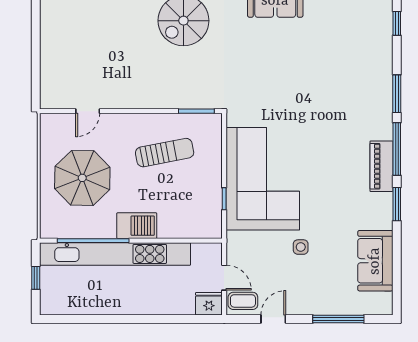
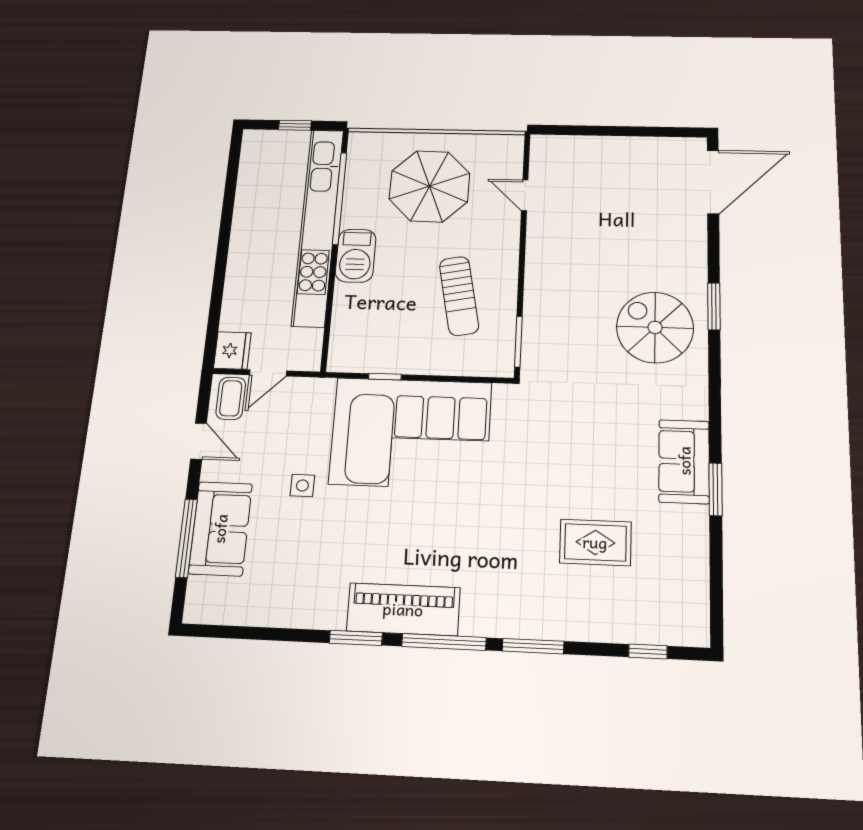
rug: (330, 57) -> (595, 542), added
piano: (382, 166) -> (403, 609), width x1.37, depth x1.33
sofa: (375, 261) -> (220, 529), moved, turned 90

